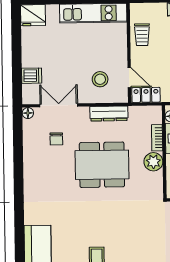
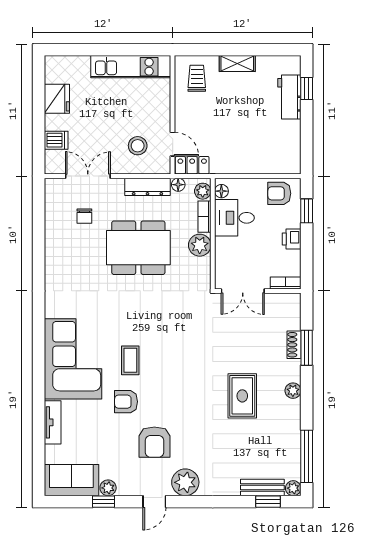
fridge: (33, 15) -> (57, 99), moved, turned -90
trolley: (142, 35) -> (197, 78), moved, turned 180
floor lamp: (28, 113) -> (178, 185), moved
plant: (155, 116) -> (203, 191), added

